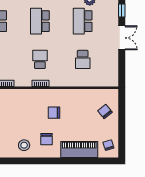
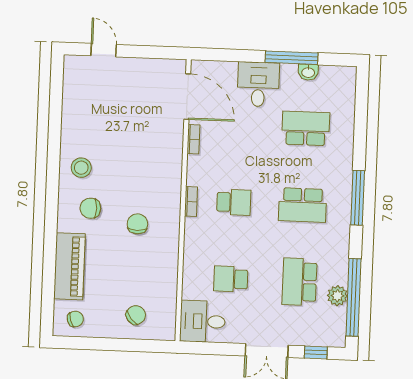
school desk: (40, 21) -> (303, 205), turned 180
school desk: (83, 21) -> (299, 282), turned -90
desk: (107, 74) -> (202, 321), added

